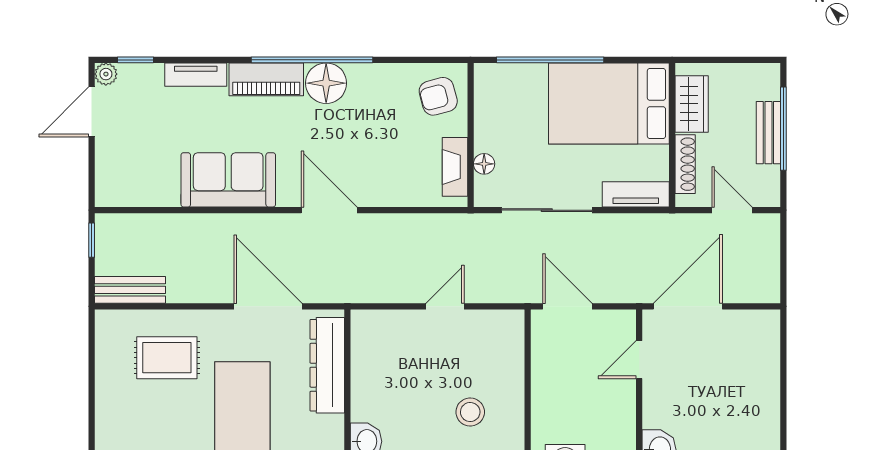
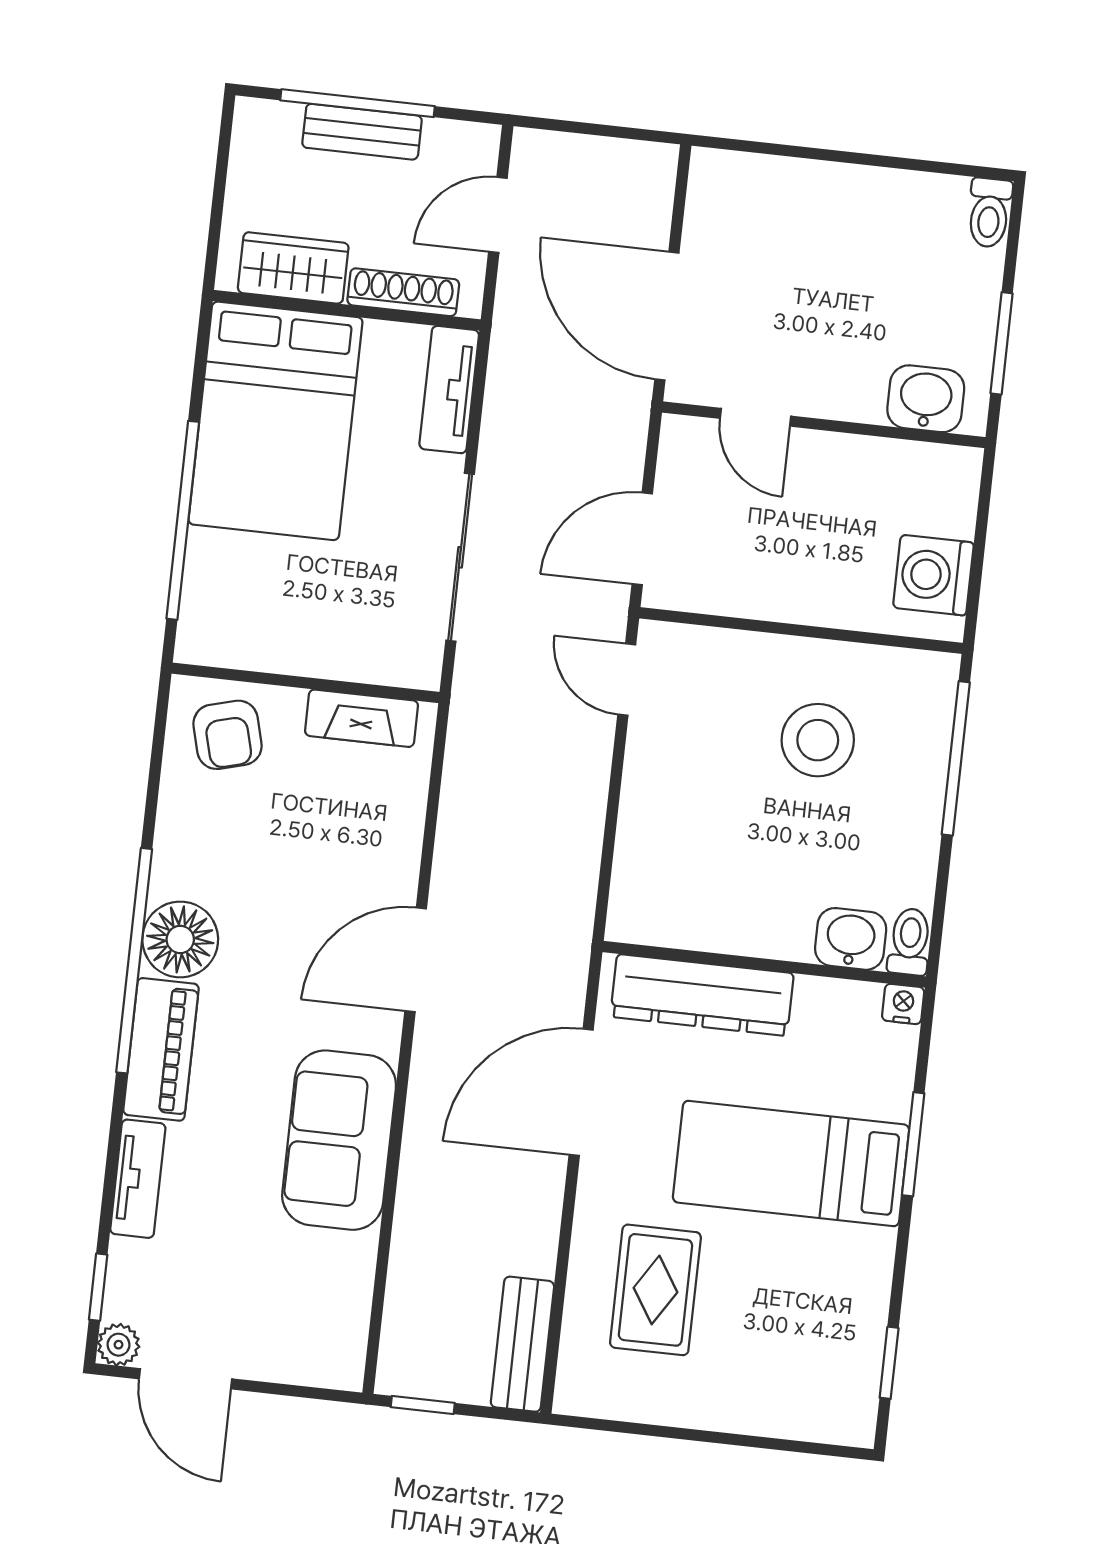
floor lamp: (484, 164) -> (362, 664), removed
door: (445, 306) -> (627, 680), moved
stool: (470, 412) -> (818, 740), width x1.38, depth x1.38

